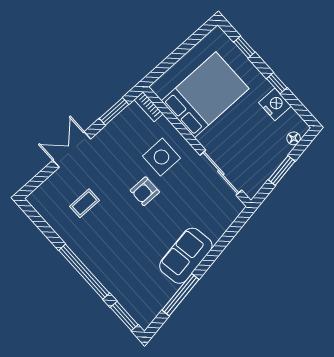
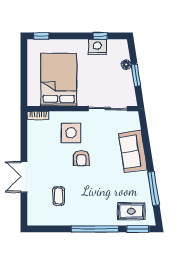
window: (244, 47) -> (41, 36), moved
window: (277, 83) -> (100, 36), moved
window: (114, 111) -> (24, 136), removed
floor lamp: (294, 138) -> (126, 64), moved
sofa: (186, 256) -> (133, 151), moved
rug: (136, 293) -> (131, 211), added

